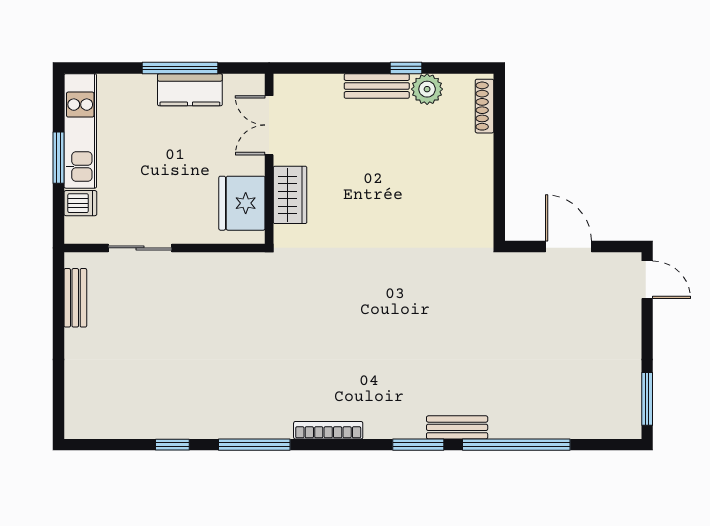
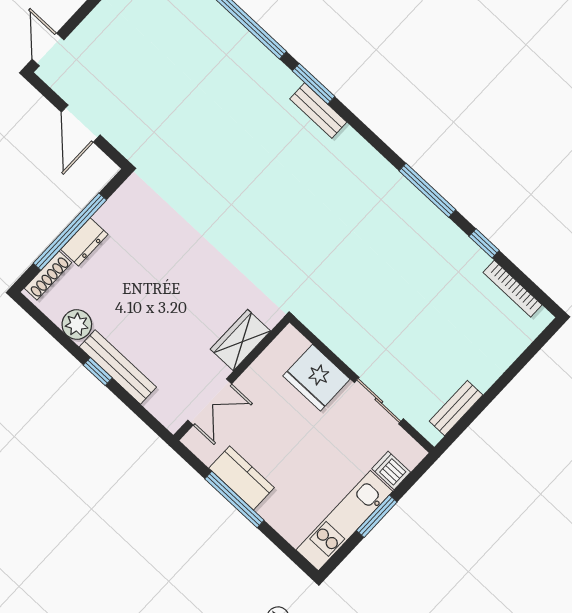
window: (406, 68) -> (98, 372), moved
bench: (377, 86) -> (118, 367), width x1.36
window: (499, 156) -> (70, 232), added
dresser: (481, 158) -> (84, 242), added
fridge: (242, 203) -> (316, 378), moved, turned 90
bench: (457, 427) -> (318, 111), moved
bookcase: (328, 430) -> (513, 289), moved

